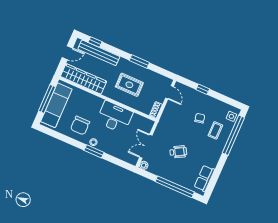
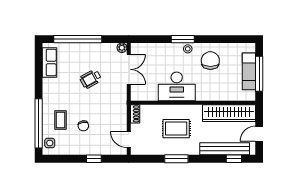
exam couch: (56, 105) -> (249, 71), width x0.73, depth x0.69

